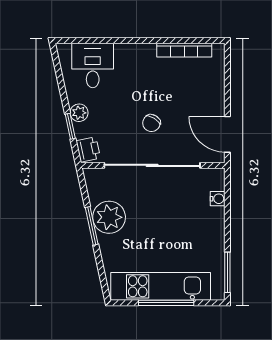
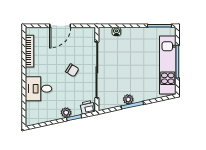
desk: (93, 66) -> (38, 89), moved
door: (227, 134) -> (60, 26), moved
plant: (109, 217) -> (128, 99), width x0.53, depth x0.53

